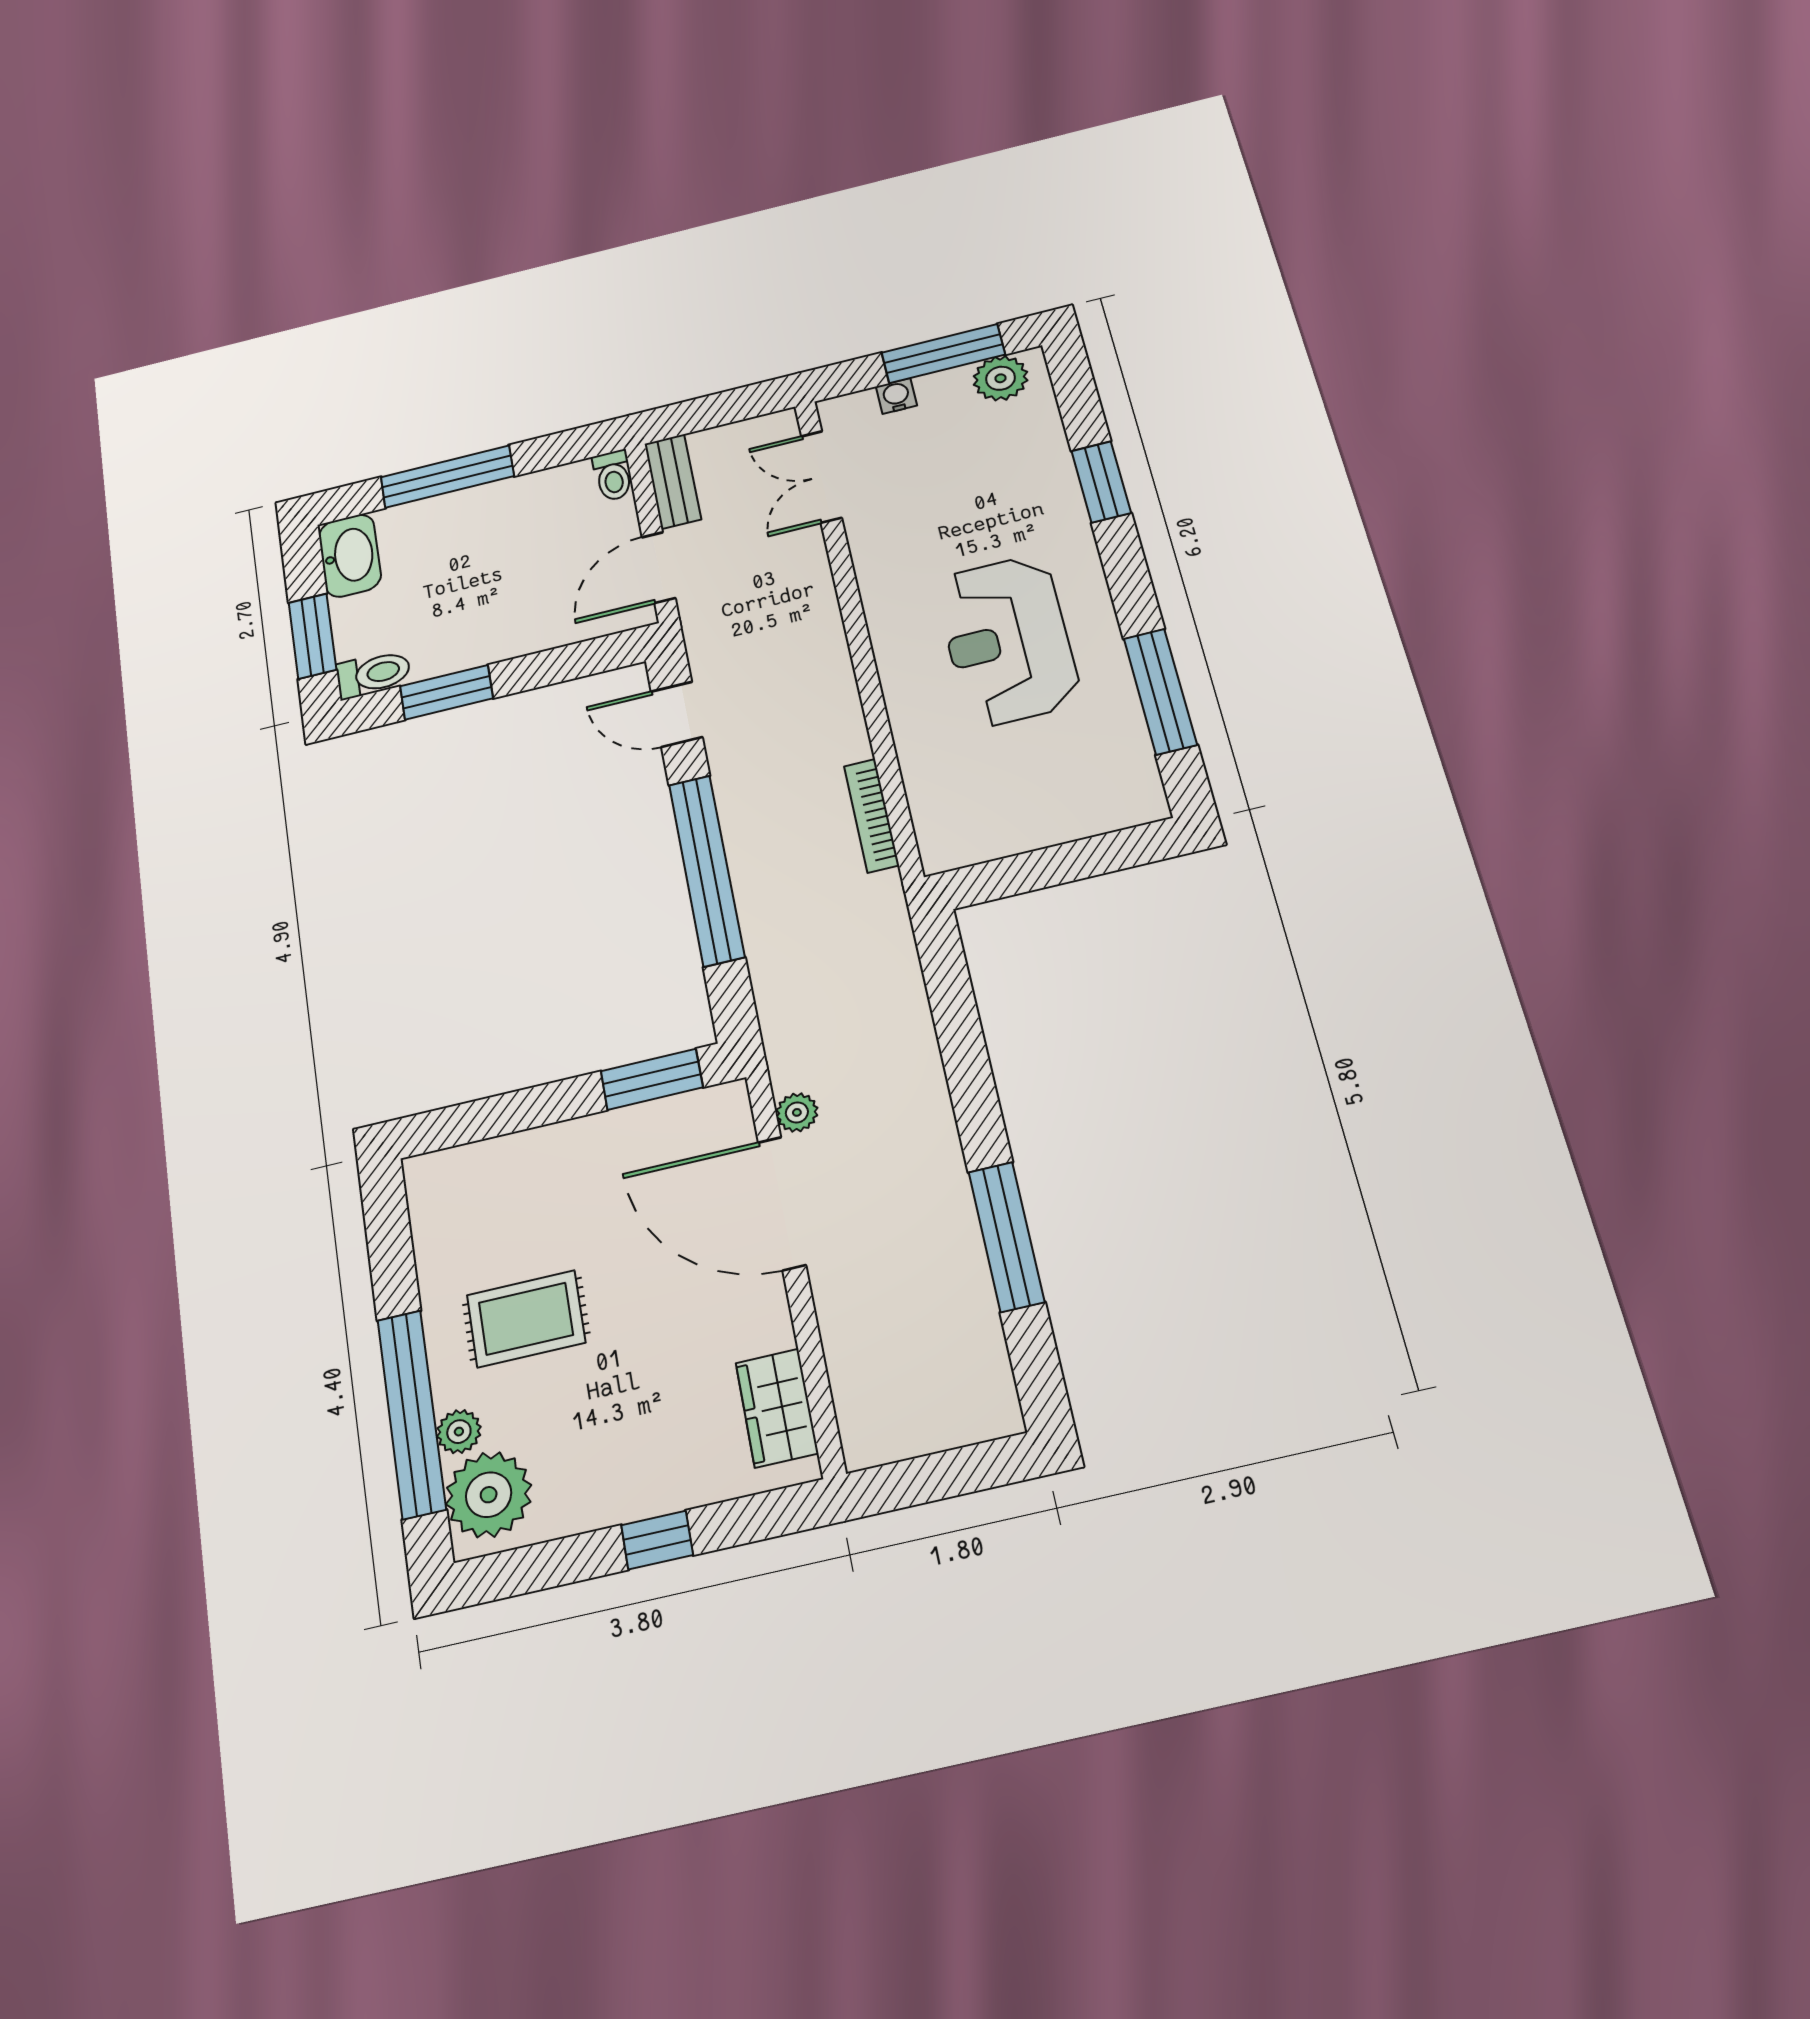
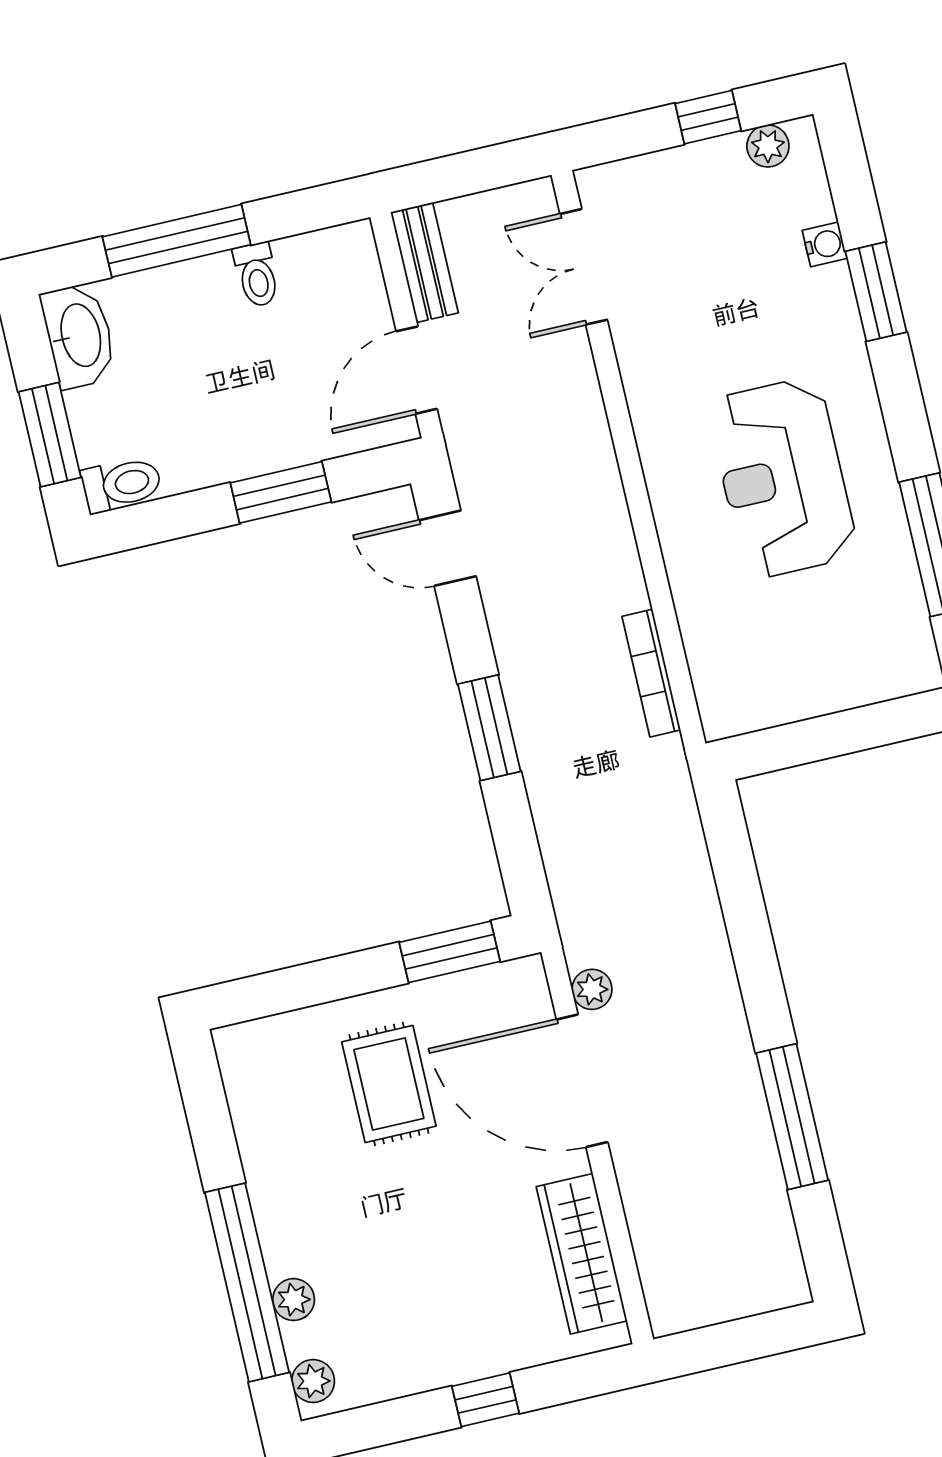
window: (943, 354) -> (708, 117), width x0.46
plant: (1000, 378) -> (768, 146), width x0.73, depth x0.73
water cooler: (896, 396) -> (825, 244), moved, turned 90
toilet: (613, 476) -> (257, 275), moved
window: (446, 692) -> (281, 492), moved
window: (707, 870) -> (489, 728), width x0.47
rug: (526, 1319) -> (389, 1084), moved, turned 90
wardrobe: (777, 1408) -> (582, 1254), width x1.50
plant: (489, 1495) -> (313, 1381), width x0.53, depth x0.53

